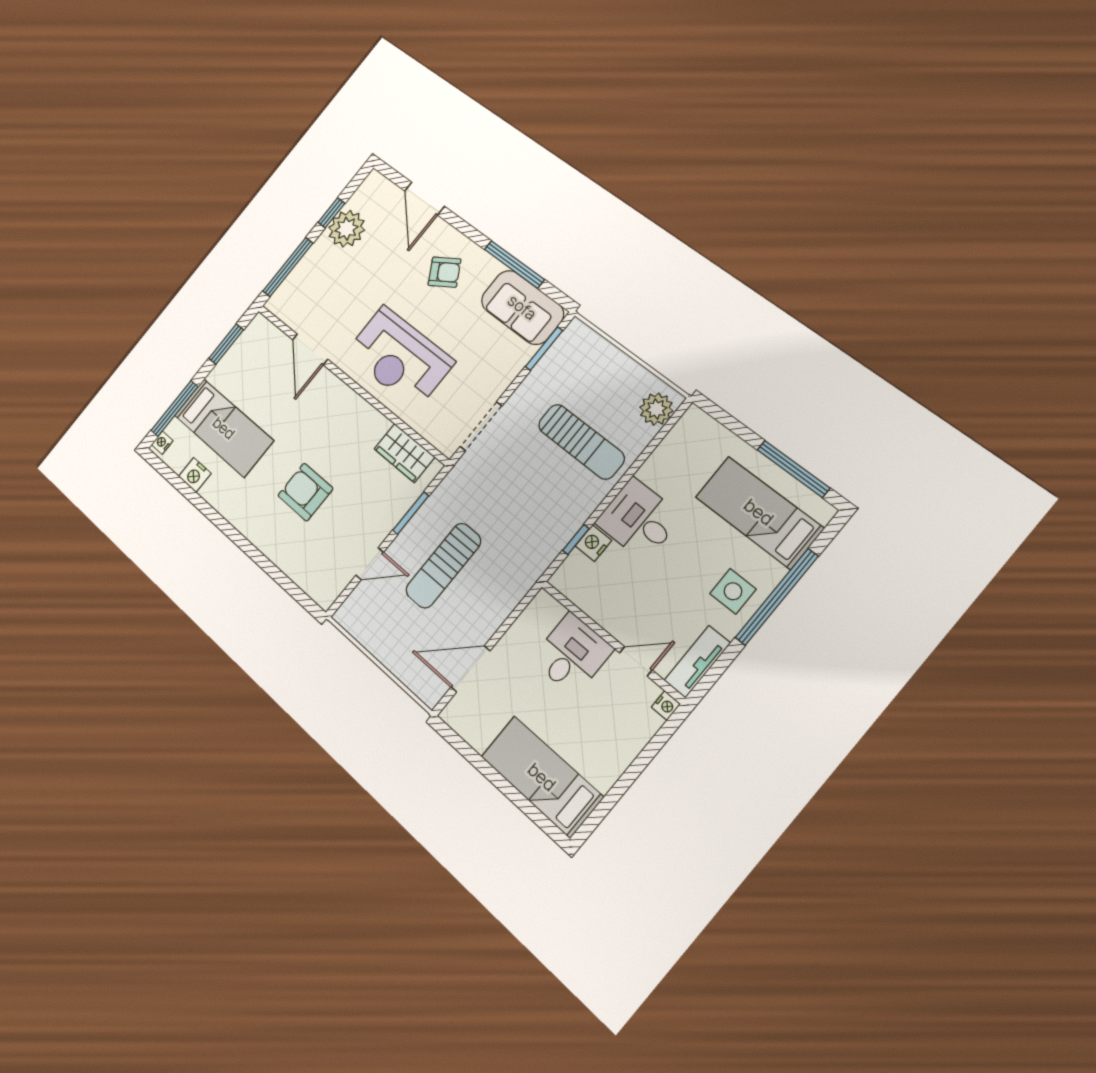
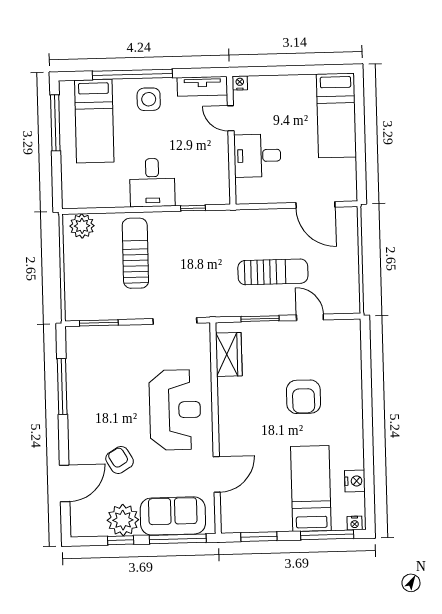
armchair: (444, 272) -> (120, 460), moved
sofa: (522, 307) -> (173, 516), moved, turned -90
nightstand: (593, 543) -> (187, 196), removed

